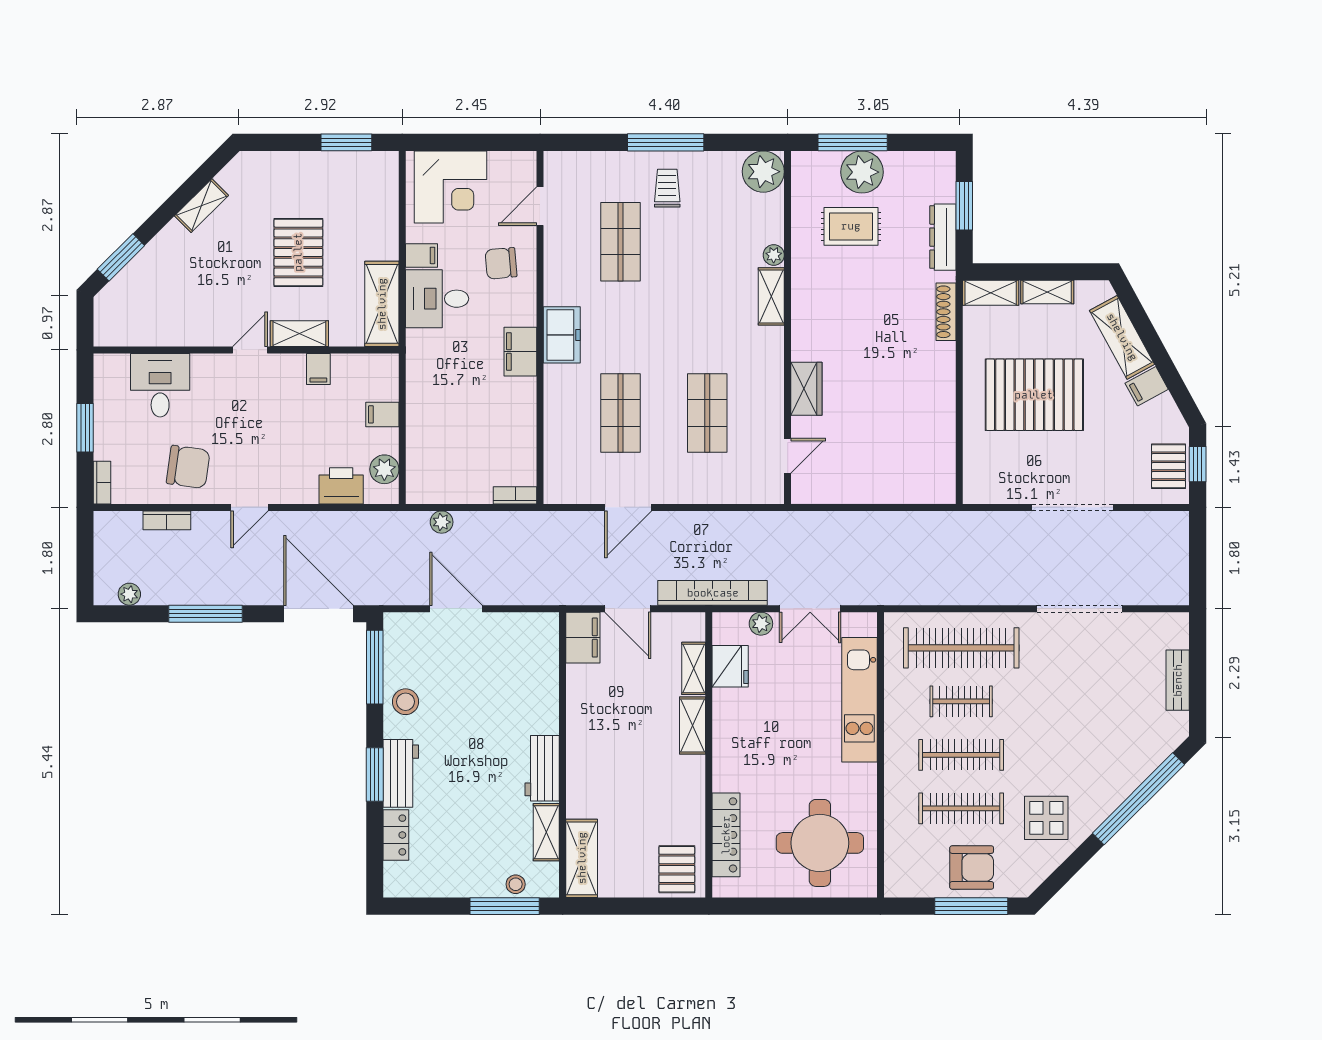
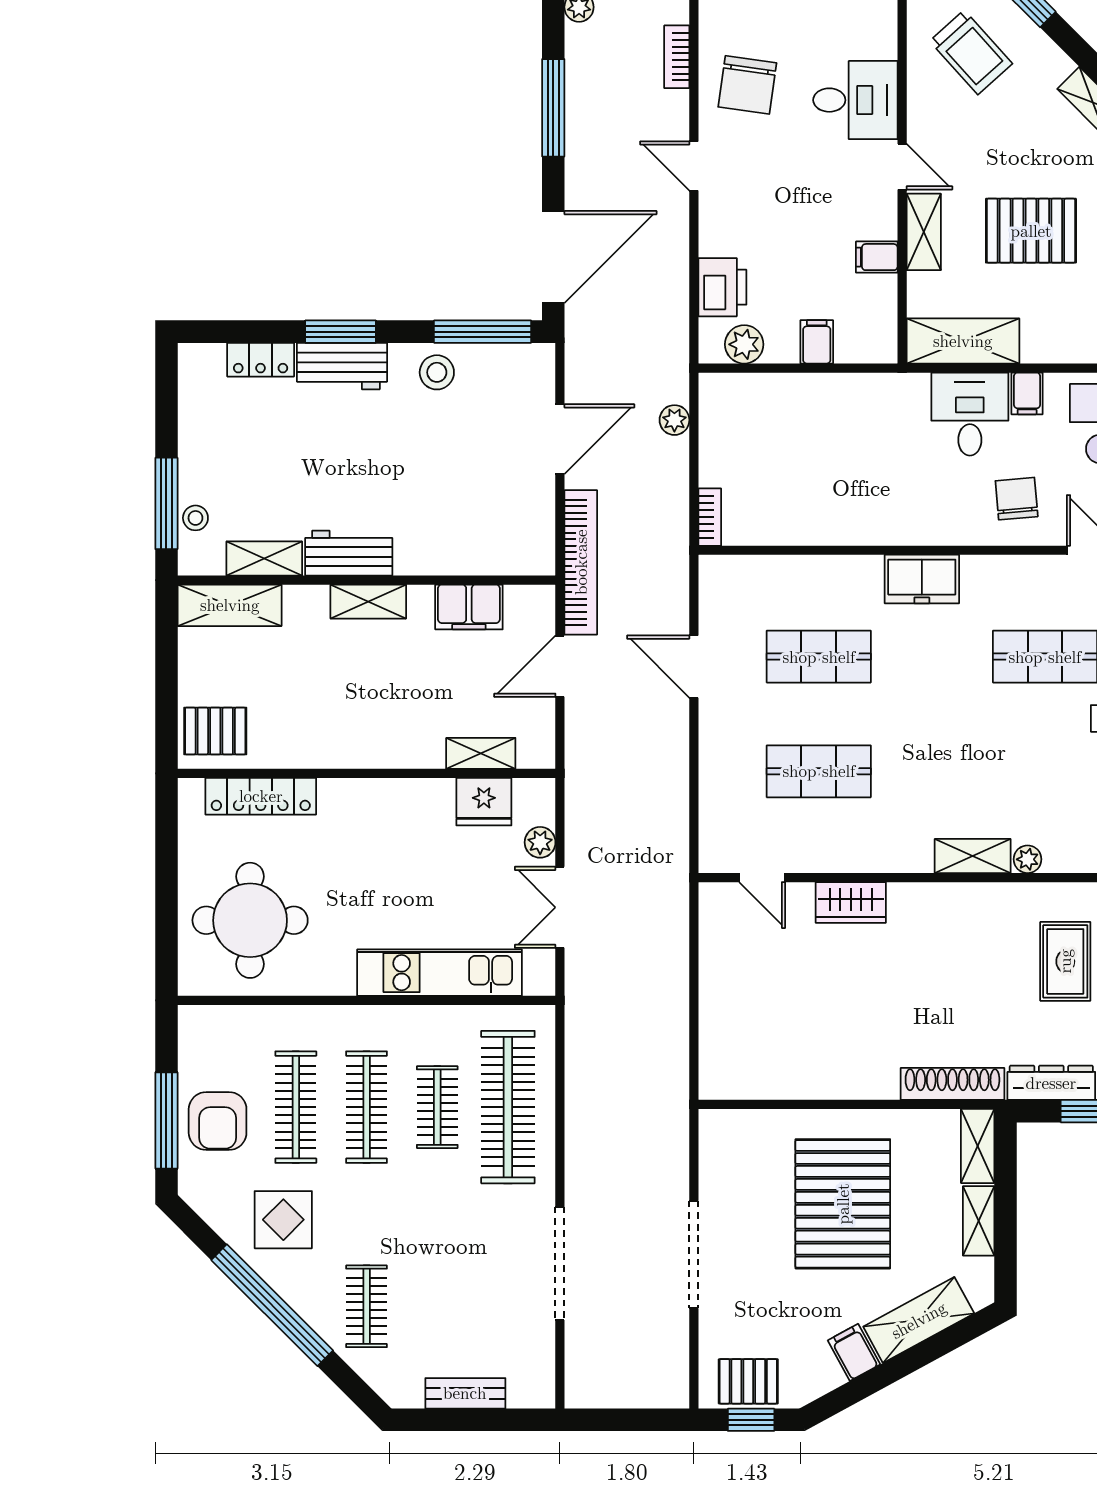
trolley: (164, 298) -> (971, 52), added
shoe rack: (946, 312) -> (952, 1084), width x1.36, depth x1.24
filing cabinet: (520, 352) -> (900, 524), removed
desk: (160, 385) -> (855, 100), moved
bookcase: (713, 593) -> (581, 562), moved
filing cabinet: (583, 638) -> (469, 607), moved
shelving: (693, 726) -> (368, 602), moved
clothes rail: (1112, 755) -> (367, 1306), added
window: (1138, 799) -> (272, 1305), moved

